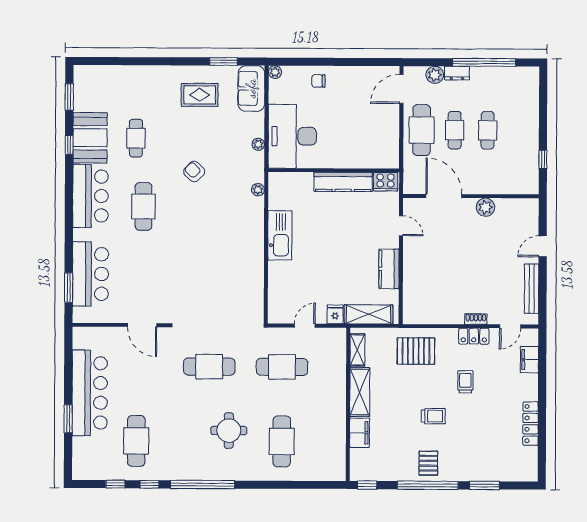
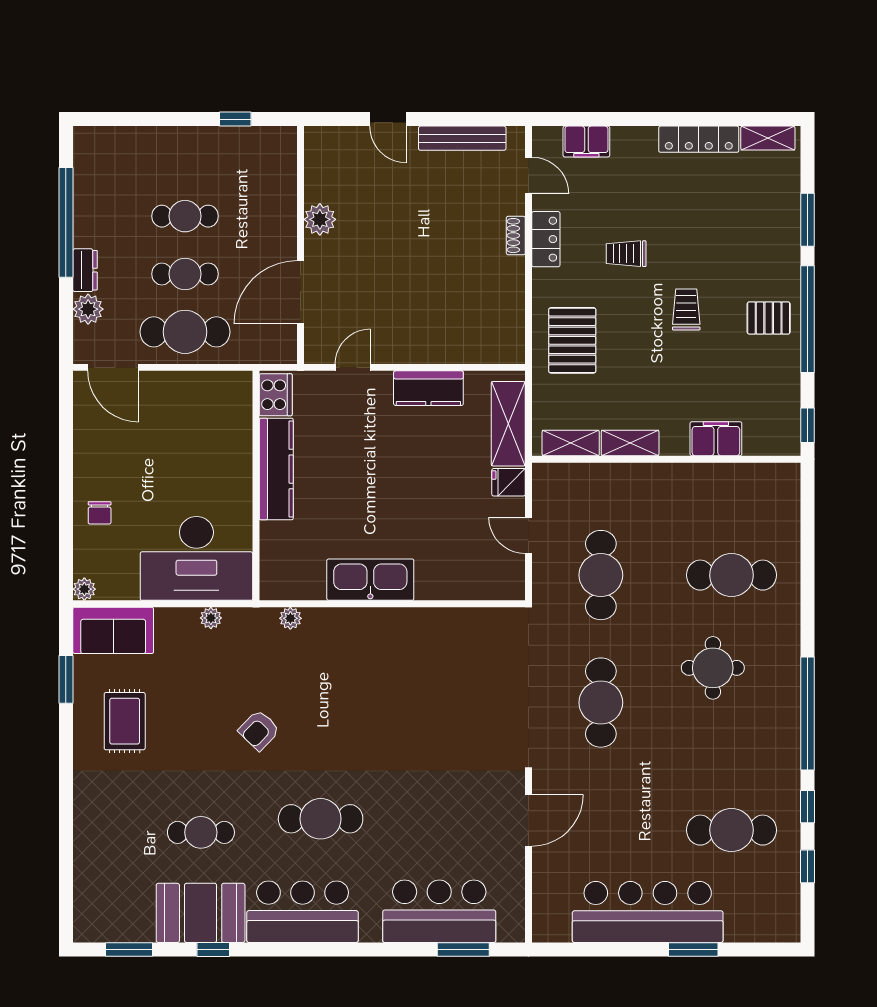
shelving: (360, 392) -> (630, 443), width x0.67, depth x0.75
shelving: (531, 463) -> (768, 138), added

